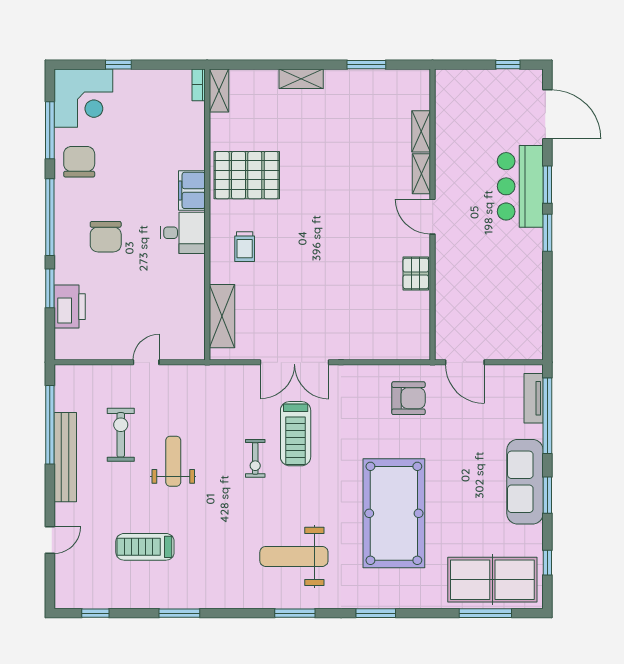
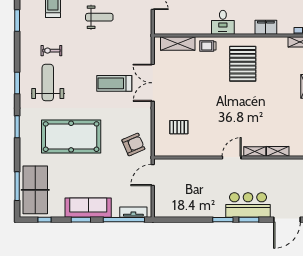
pallet: (247, 175) -> (243, 64), moved
filing cabinet: (192, 190) -> (266, 27), moved
trolley: (245, 247) -> (208, 46), moved
pallet: (416, 273) -> (179, 127), moved
armchair: (408, 398) -> (133, 144), turned -113
exercise bike: (255, 458) -> (51, 51), moved

